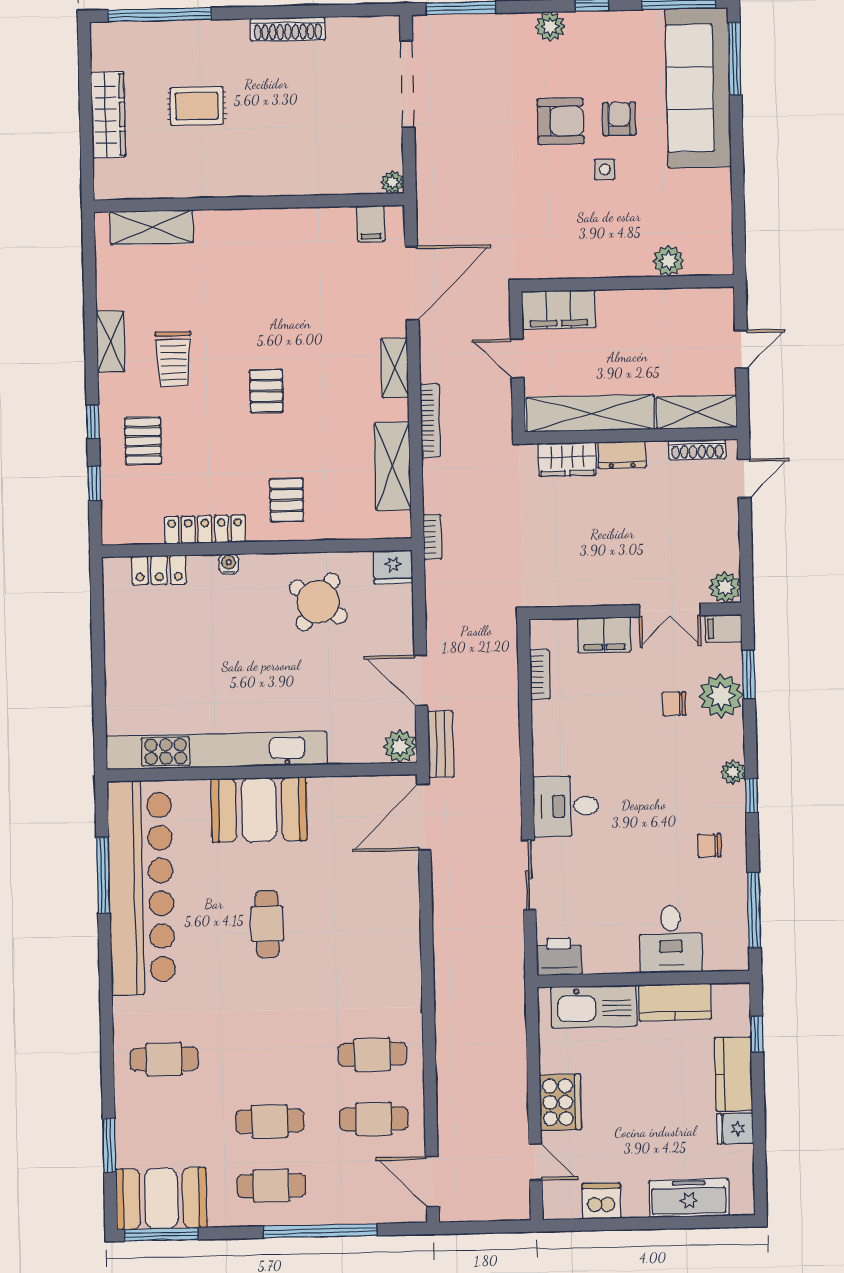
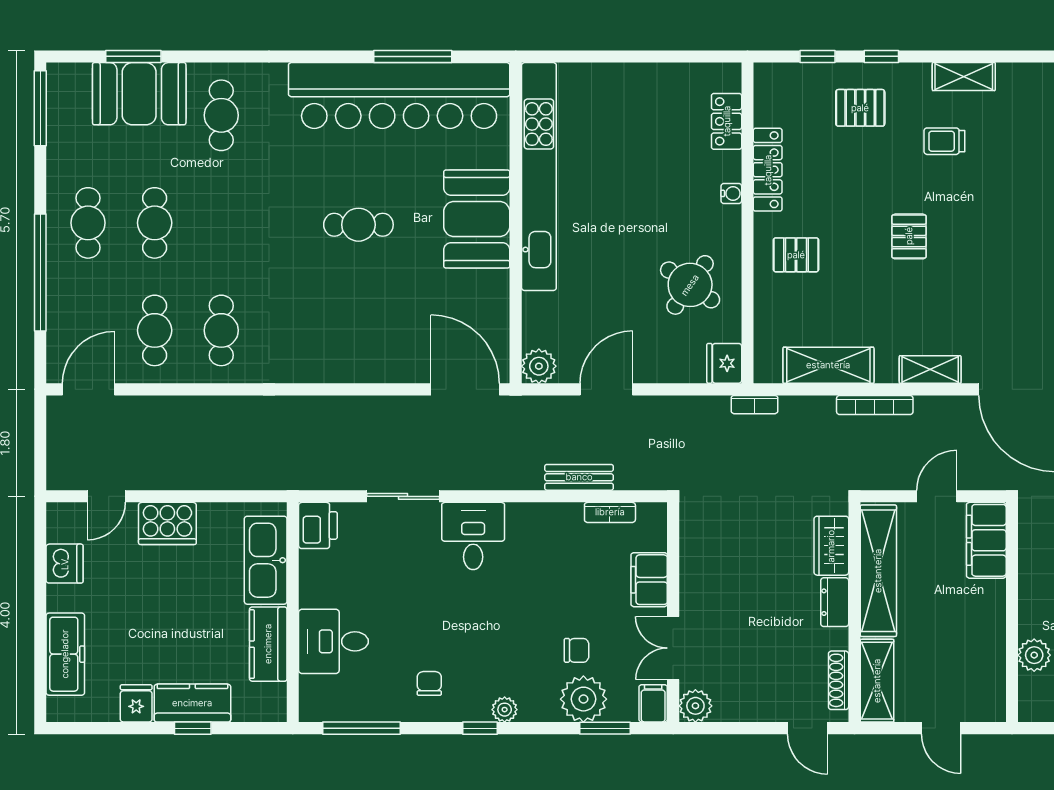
trolley: (173, 359) -> (944, 141), width x0.73, depth x0.72
pallet: (266, 391) -> (909, 236), turned 90
chair: (674, 704) -> (577, 650), turned 90
bench: (441, 744) -> (579, 477), moved
window: (757, 1034) -> (193, 728), moved
booth: (161, 1198) -> (139, 94), moved, turned 90

